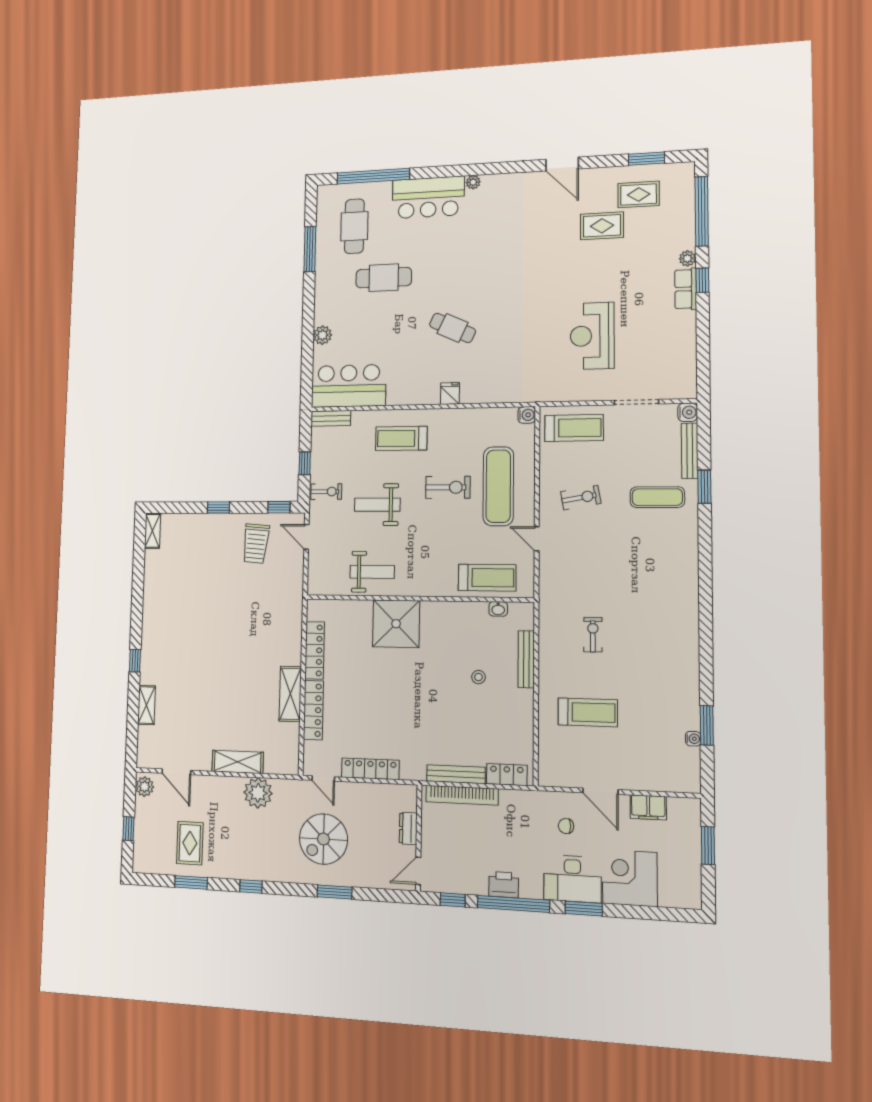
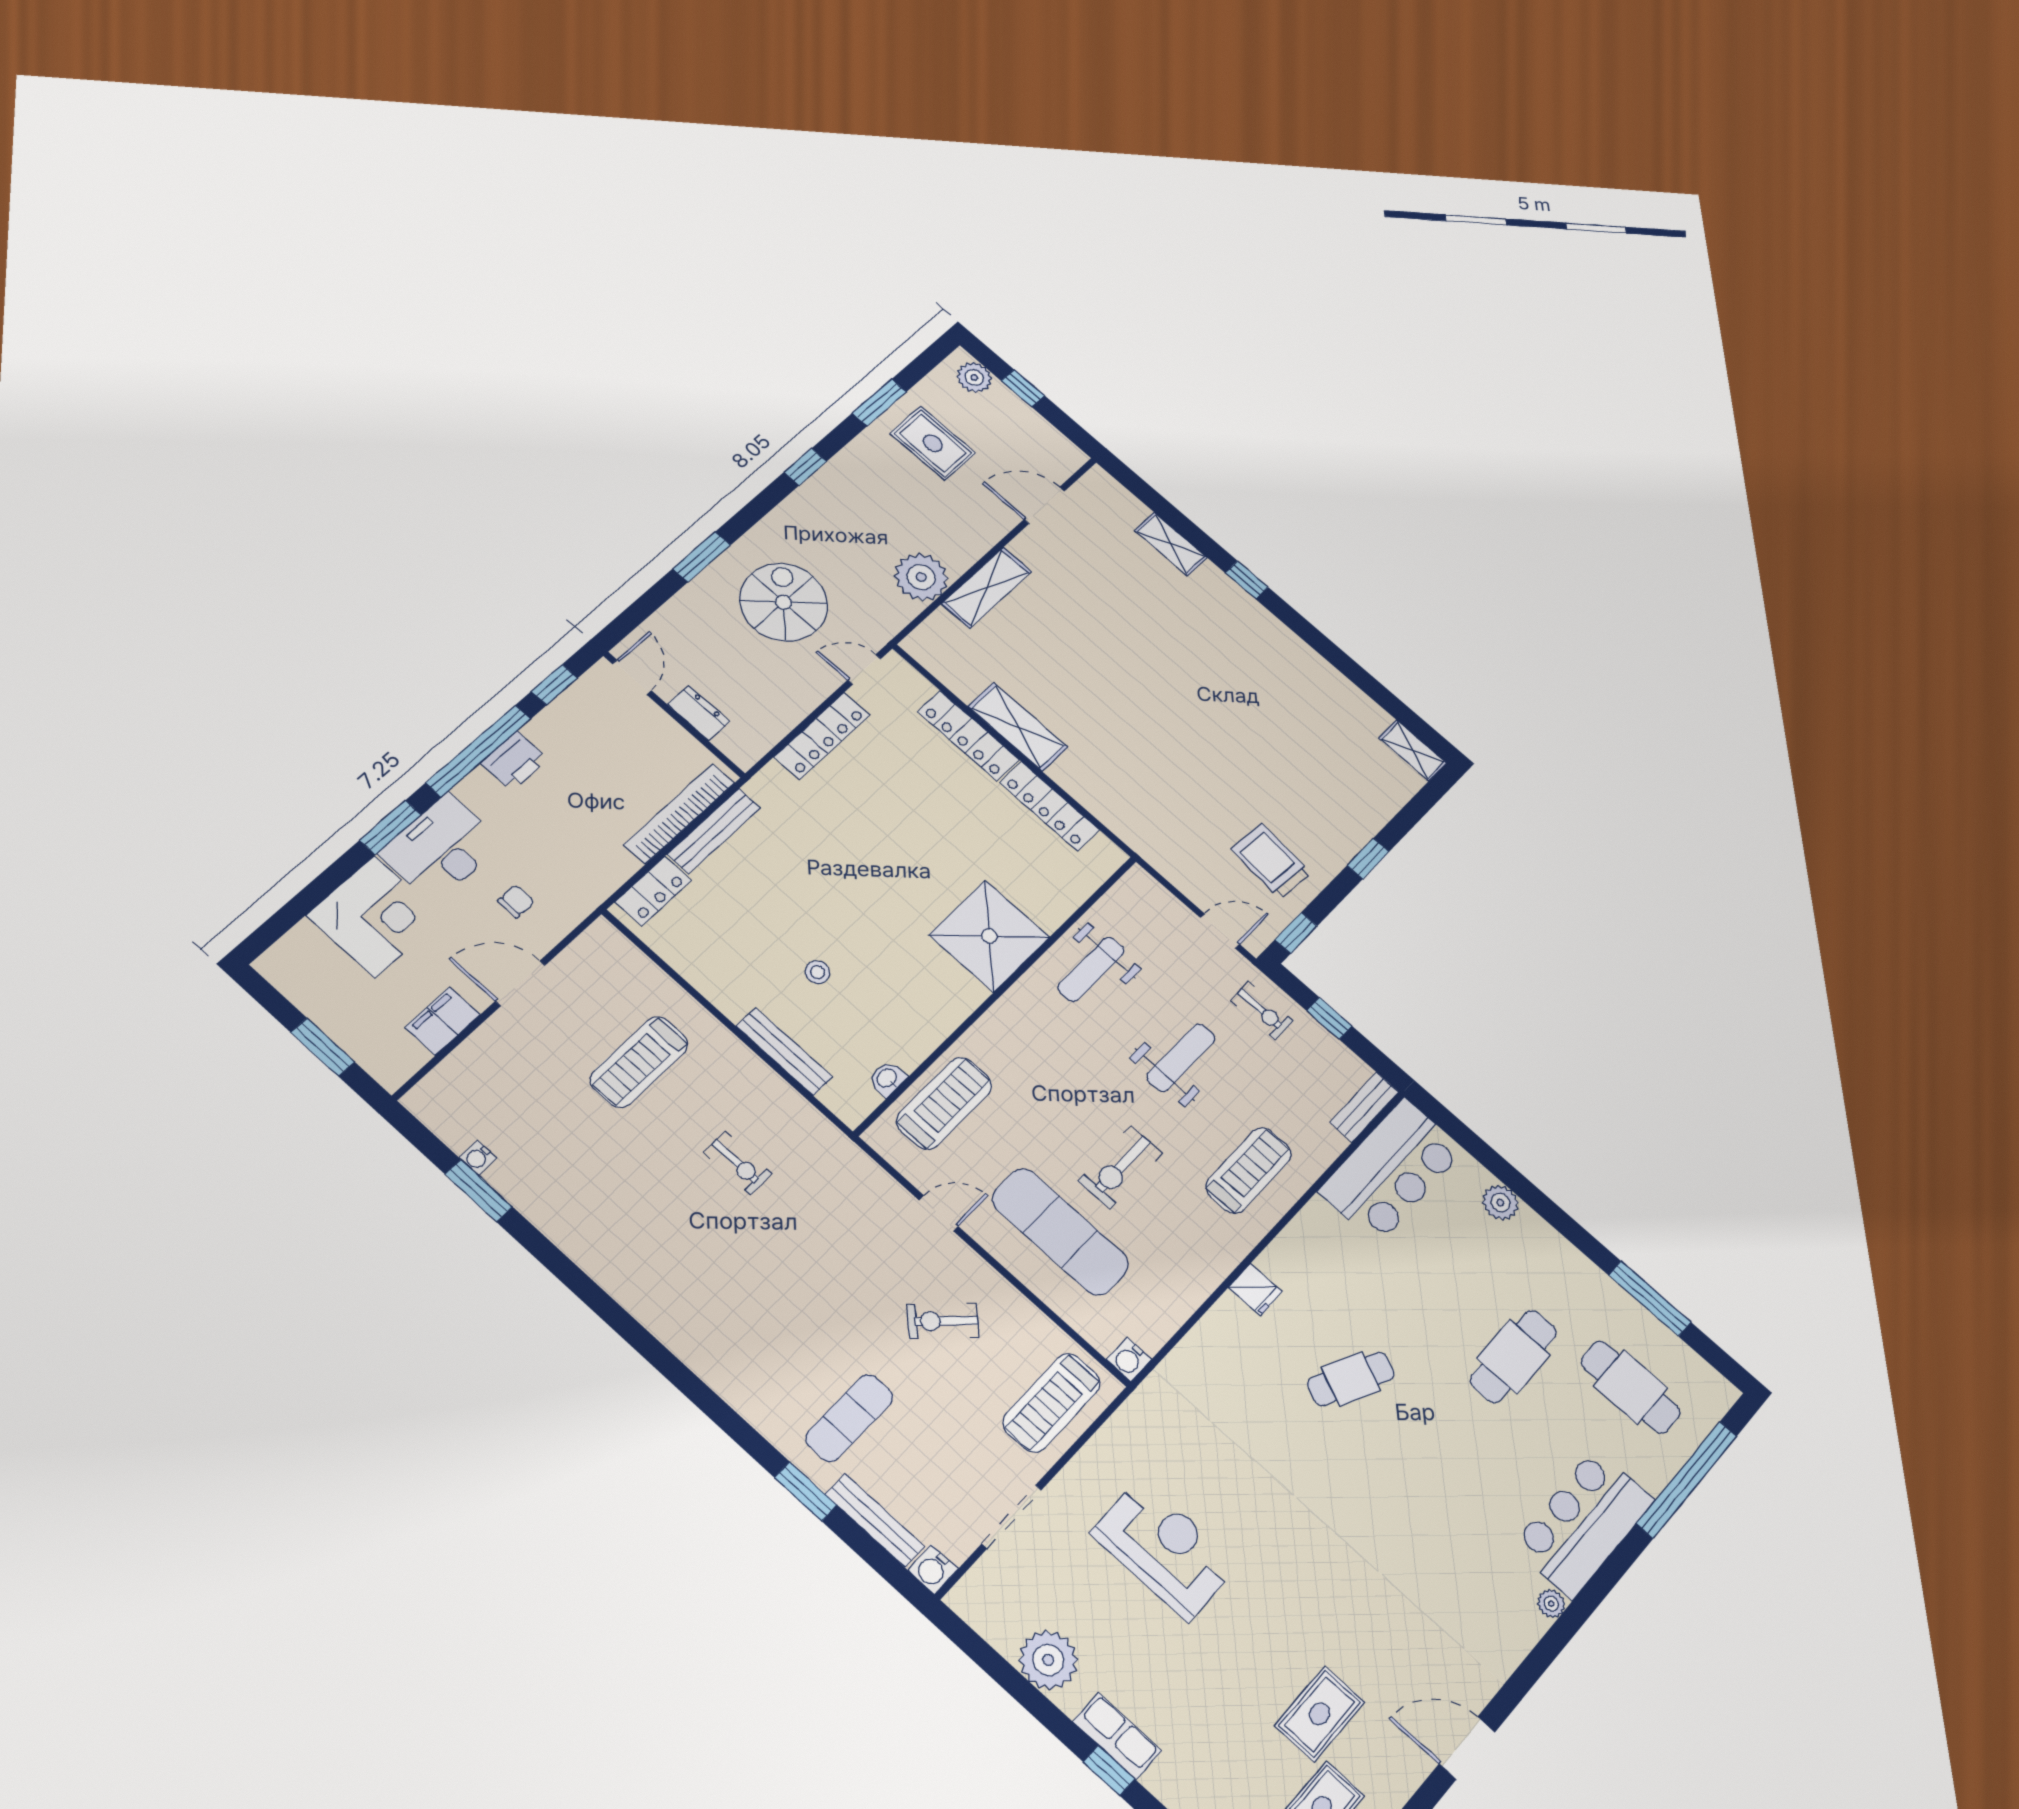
plant: (687, 258) -> (1048, 1660), moved, width x1.88, depth x1.88
exercise bike: (326, 492) -> (1262, 1010), turned -90
exercise bike: (581, 498) -> (943, 1321), turned 54
treadmill: (487, 578) -> (944, 1103), turned 180
plant: (145, 787) -> (974, 377), moved

